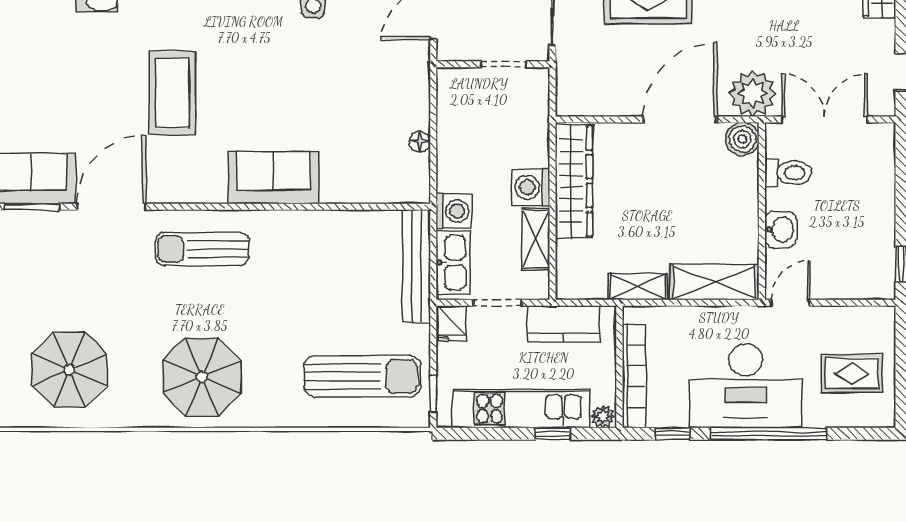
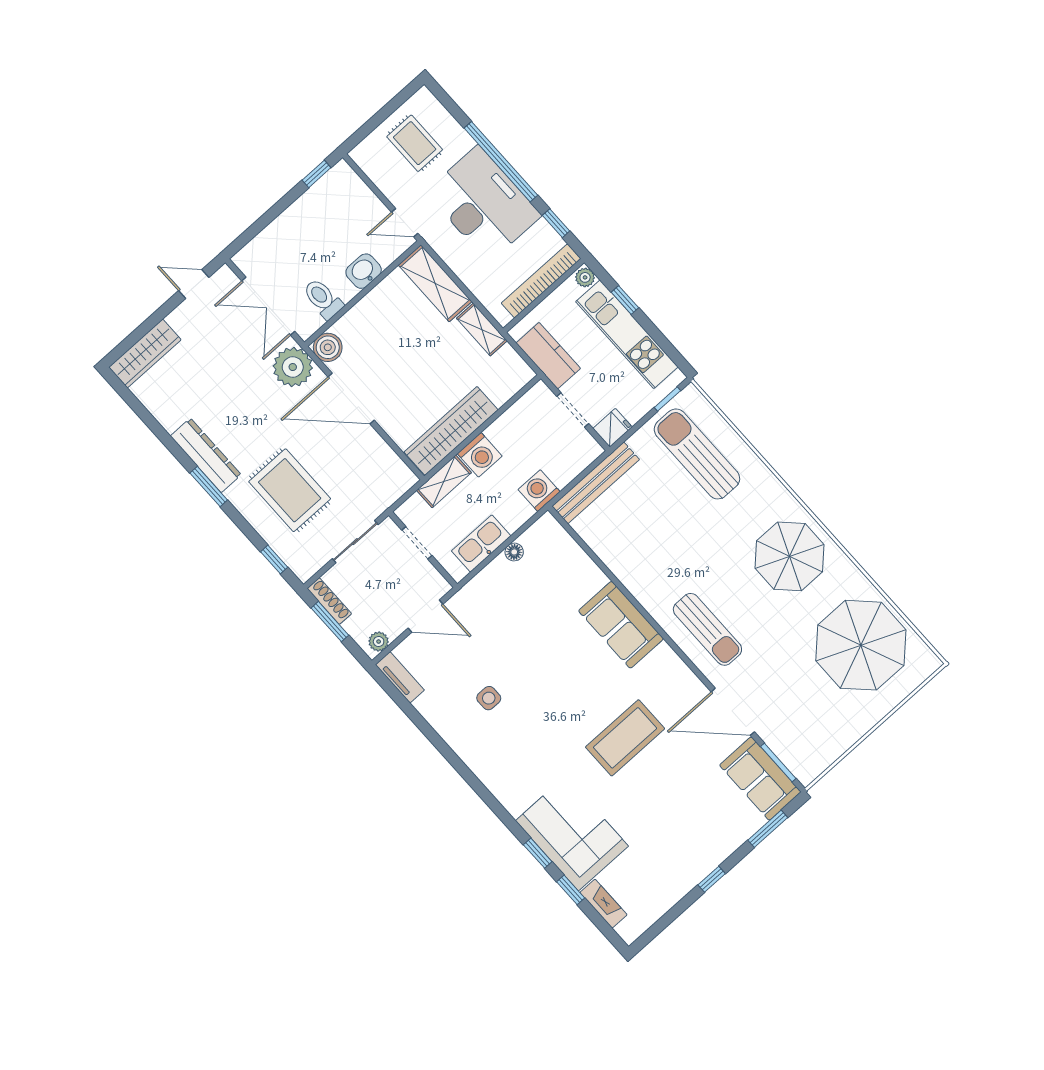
shelving: (536, 239) -> (444, 481), moved
kitchen sink: (453, 263) -> (481, 543), moved
parasol: (69, 370) -> (861, 645), width x1.36, depth x1.36

